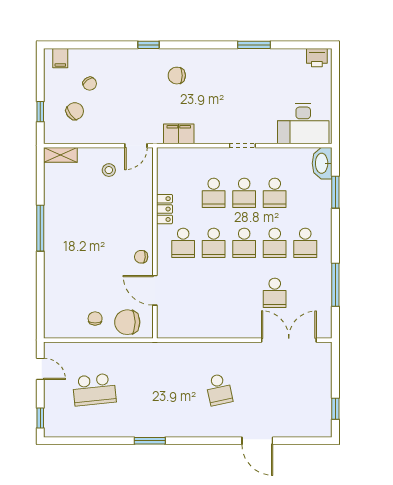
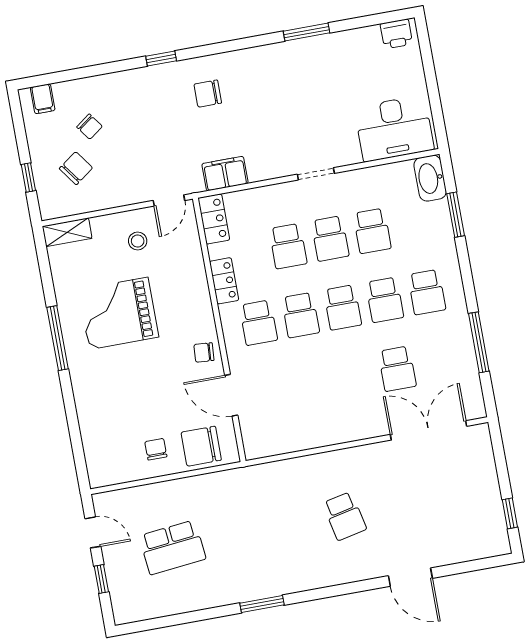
locker: (165, 164) -> (214, 219), added
grand piano: (86, 218) -> (119, 313), added
window: (40, 418) -> (101, 579), moved

